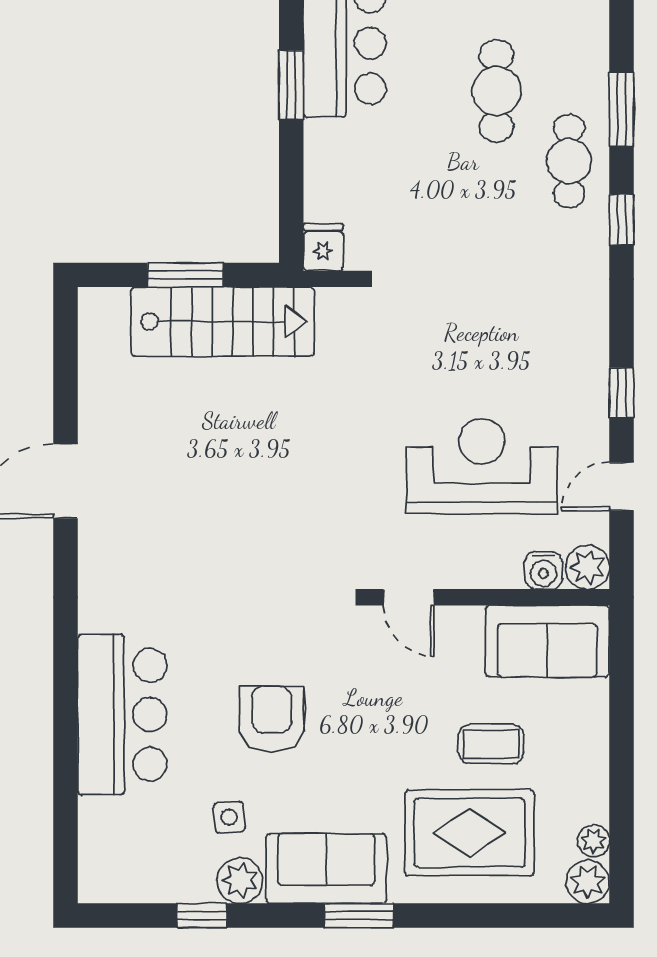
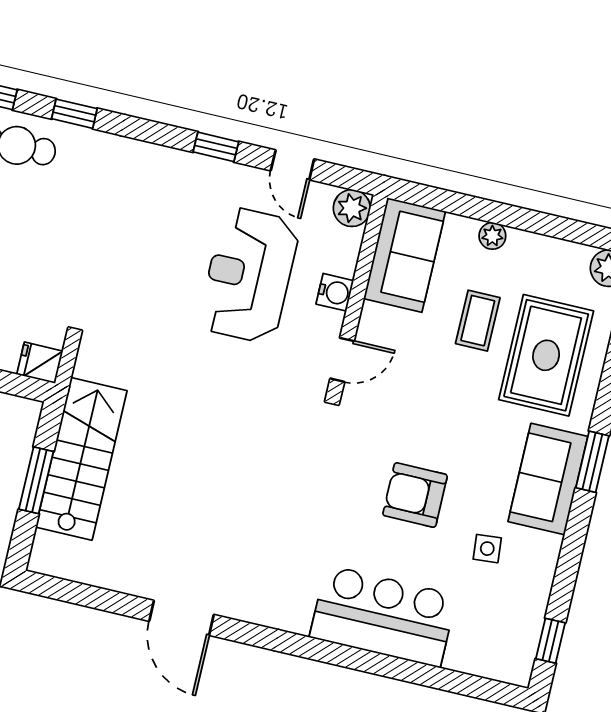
water cooler: (544, 570) -> (335, 292), moved
plant: (594, 841) -> (492, 236), moved
plant: (240, 881) -> (541, 552), removed
window: (202, 916) -> (550, 641), moved

